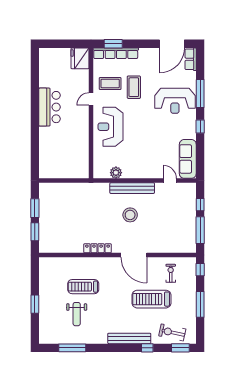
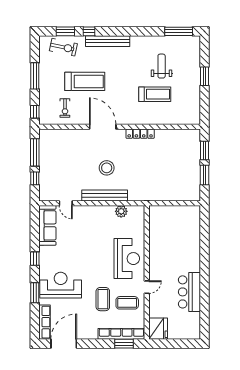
row of seats: (191, 59) -> (44, 322), width x1.48
window: (200, 93) -> (35, 293), width x0.69
bar counter: (50, 107) -> (189, 292), moved
window: (72, 348) -> (179, 31), moved
window: (180, 348) -> (65, 31), moved

